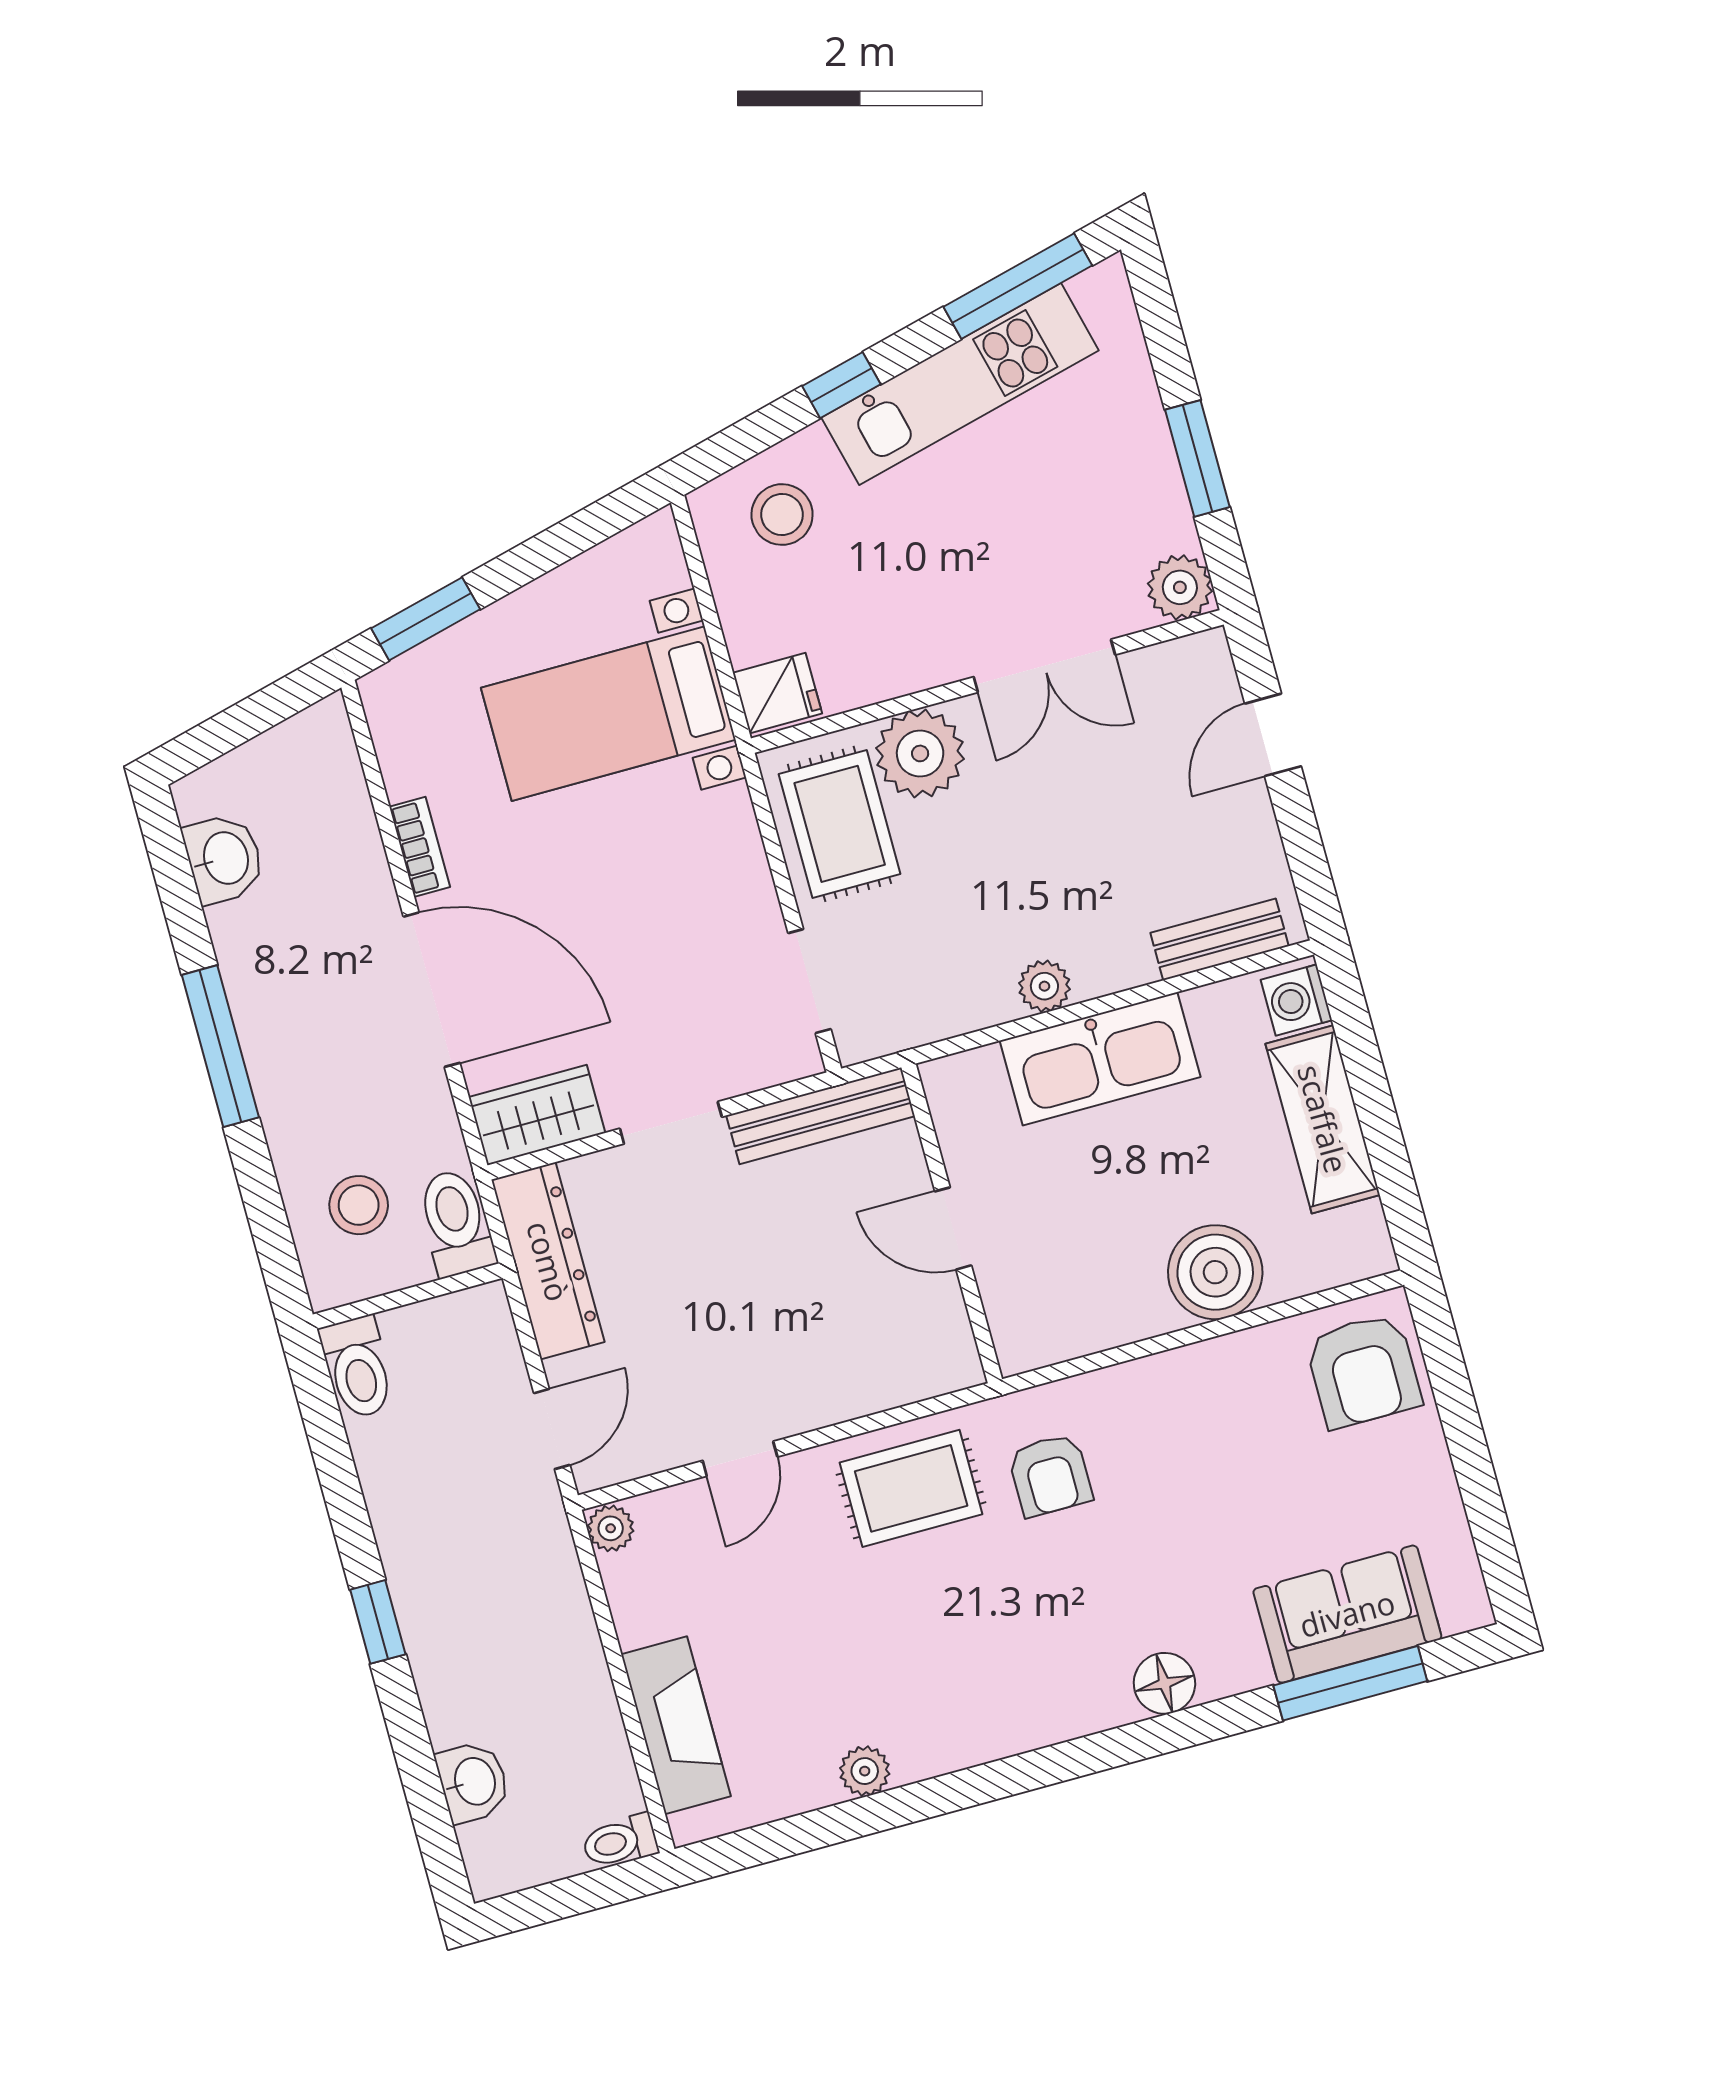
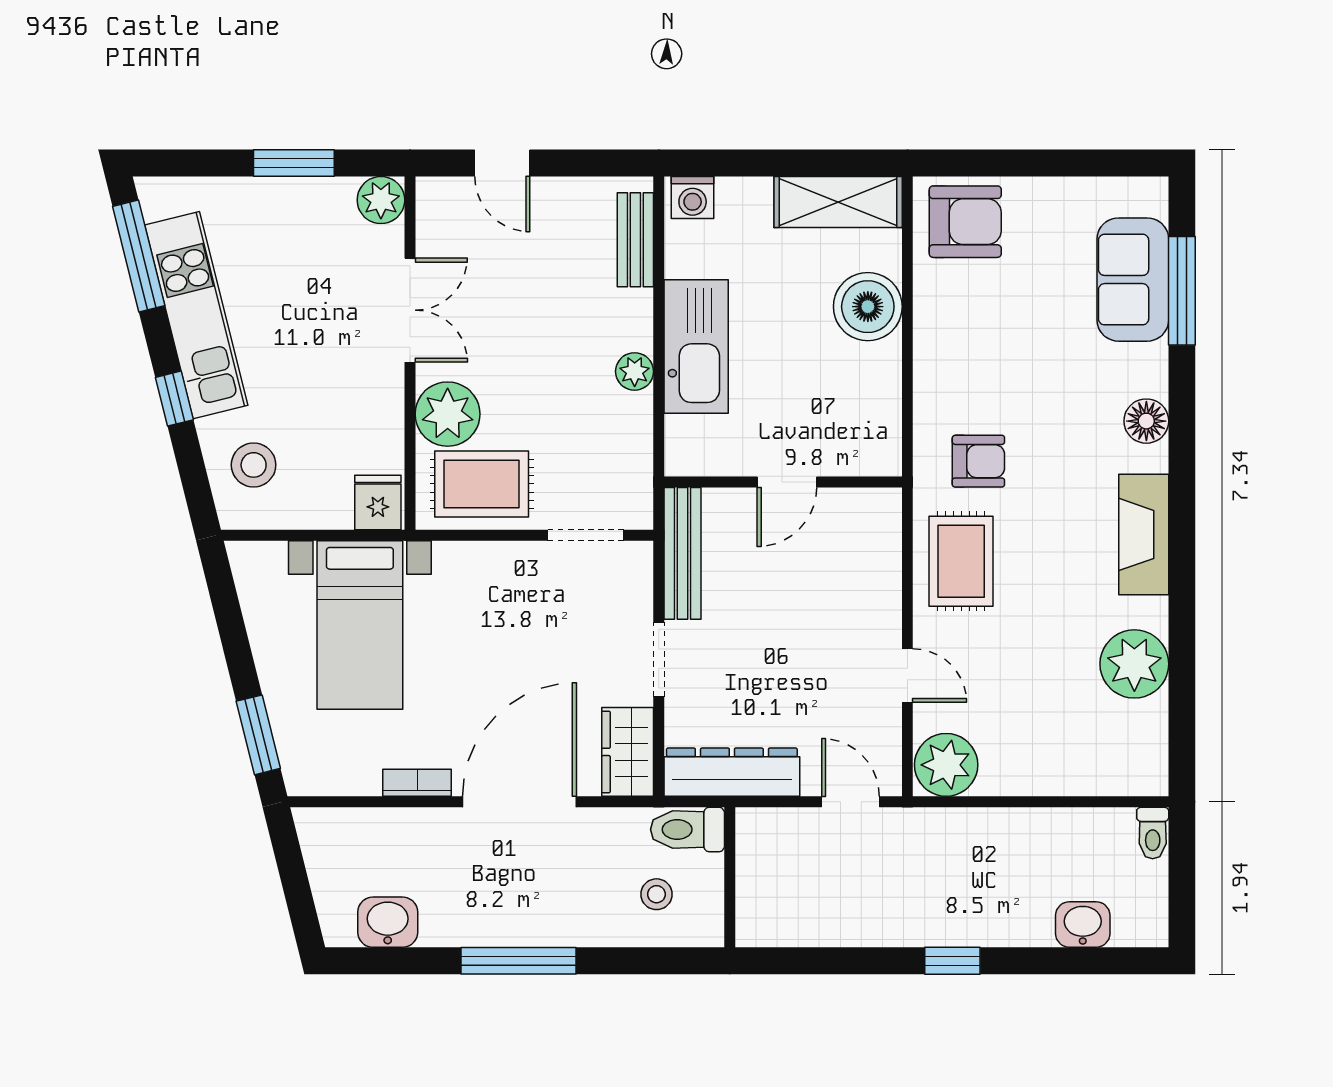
shelving: (1323, 1119) -> (838, 202), moved
stool: (359, 1205) -> (656, 894), width x0.73, depth x0.73
toilet: (358, 1368) -> (770, 926), removed
plant: (611, 1528) -> (946, 765), width x1.88, depth x1.88
fireplace: (676, 1725) -> (1144, 534), moved, turned -90
plant: (865, 1771) -> (1134, 664), width x1.88, depth x1.88

